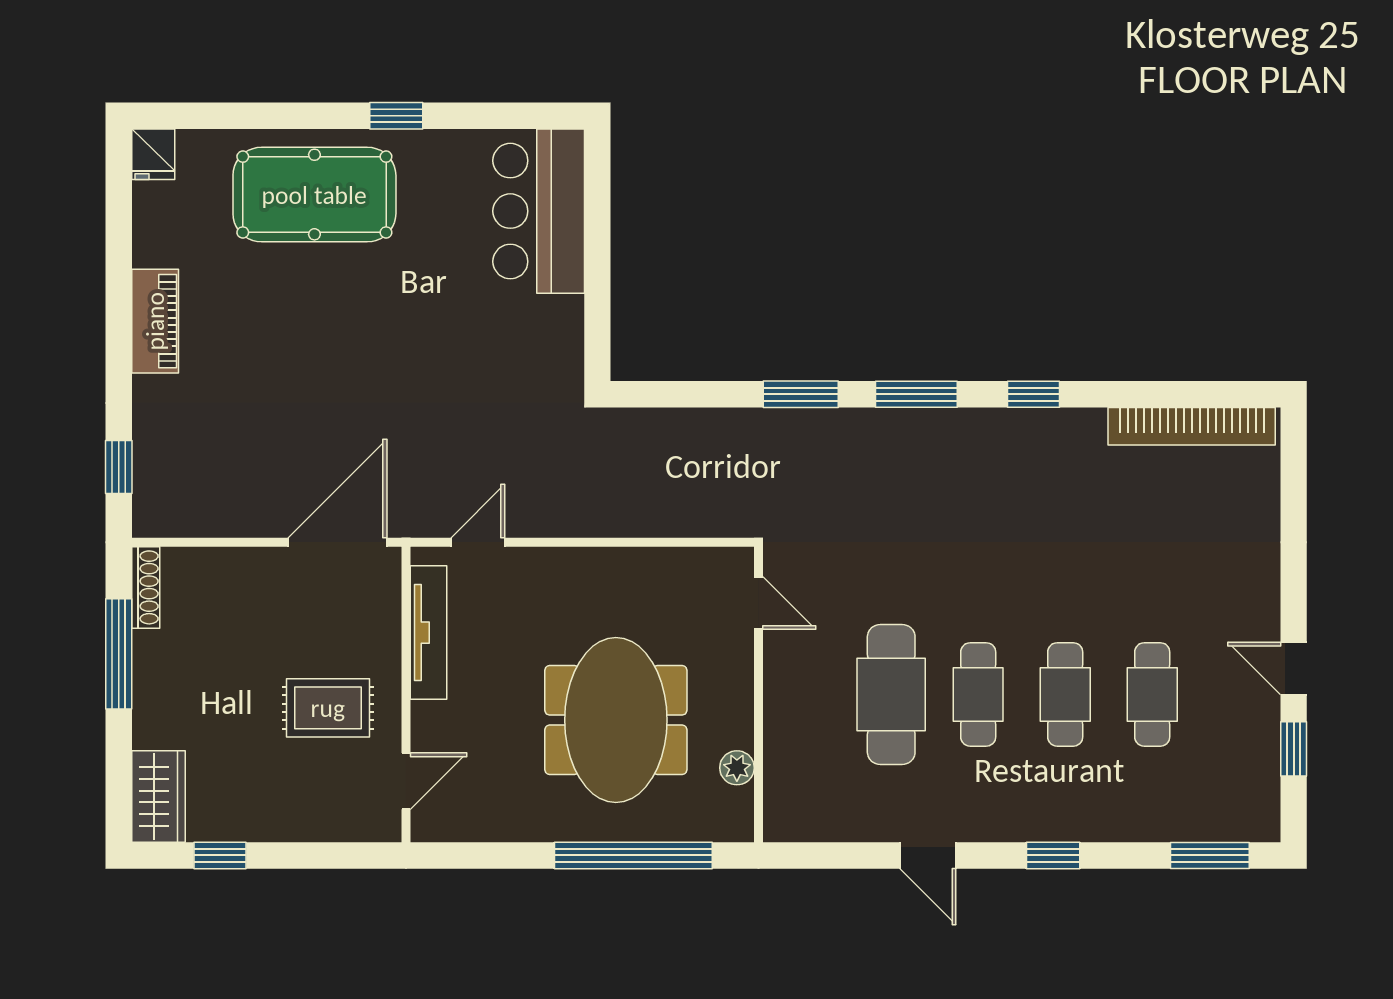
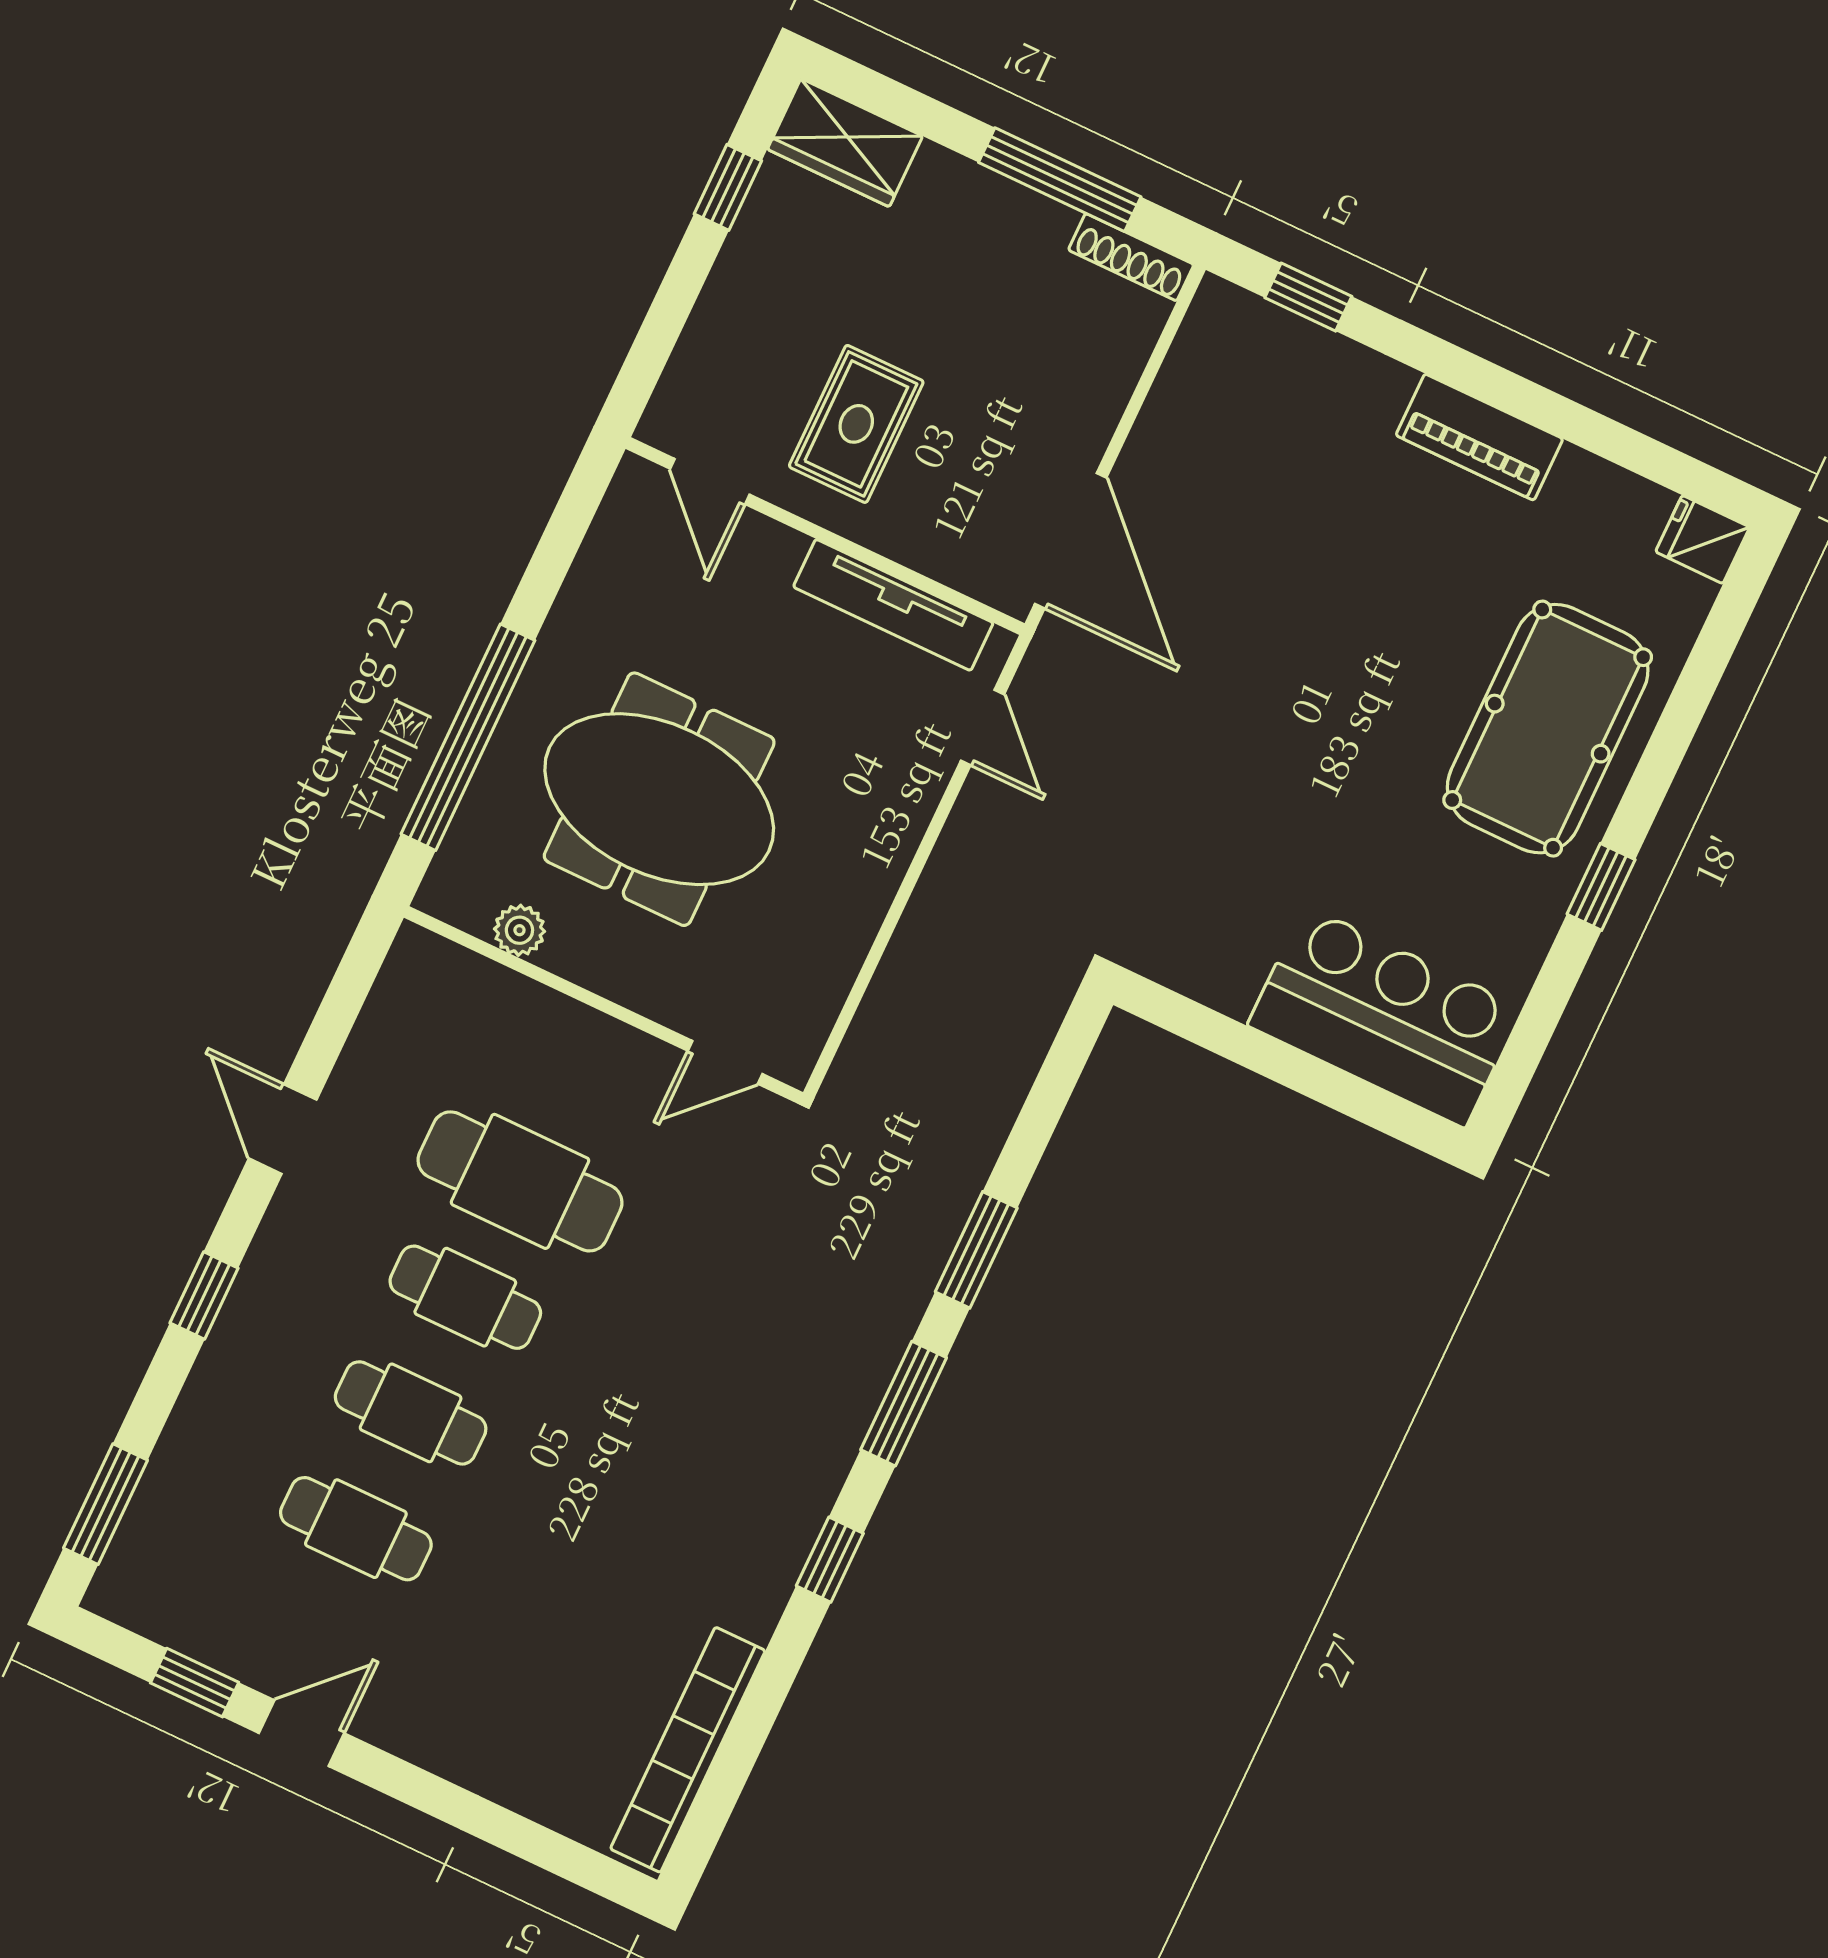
door: (928, 855) -> (283, 1129), hinge flipped

